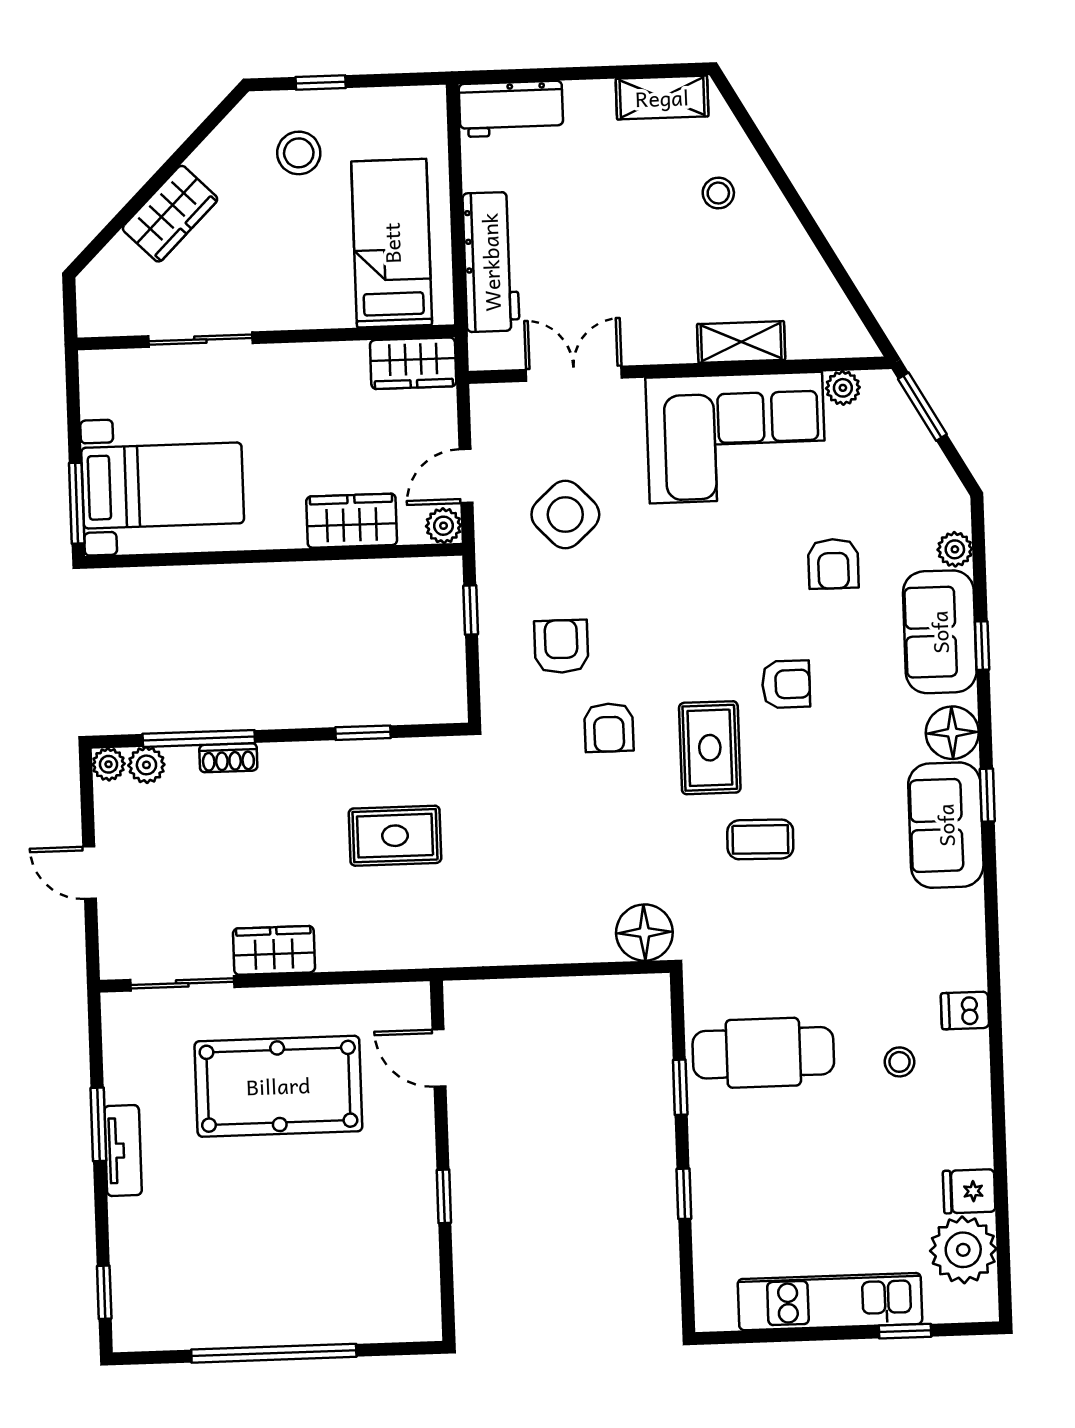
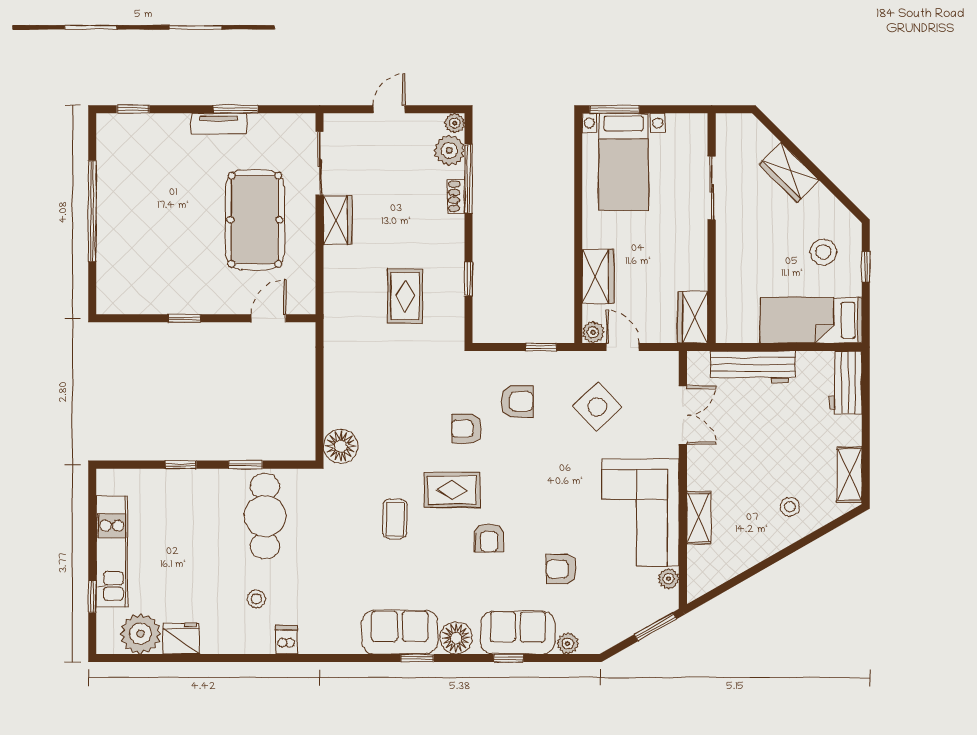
bed: (392, 243) -> (811, 320), moved, turned 180
plant: (146, 765) -> (449, 150), width x1.38, depth x1.38
fridge: (969, 1191) -> (181, 639), width x1.38

